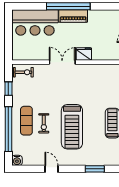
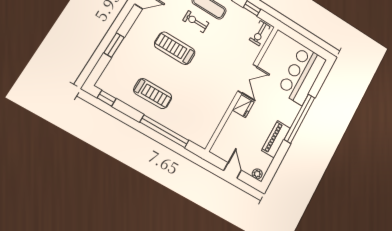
piano: (73, 16) -> (276, 139), moved
treadmill: (72, 127) -> (175, 48), width x0.73, depth x0.73

